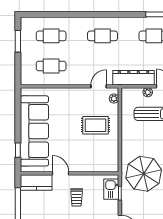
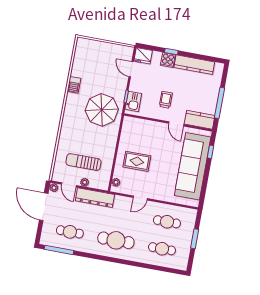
cafe table: (102, 36) -> (116, 240), width x1.37, depth x1.35
window: (18, 41) -> (195, 239), moved
door: (99, 86) -> (140, 198), moved

